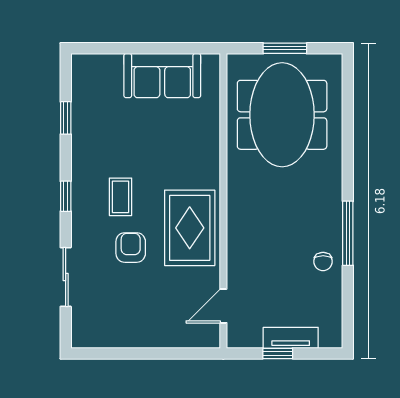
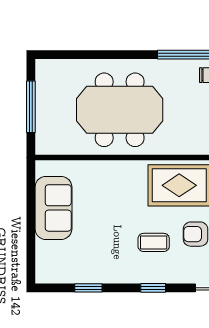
window: (285, 48) -> (31, 107), width x1.44
meeting table: (282, 115) -> (120, 110), moved

